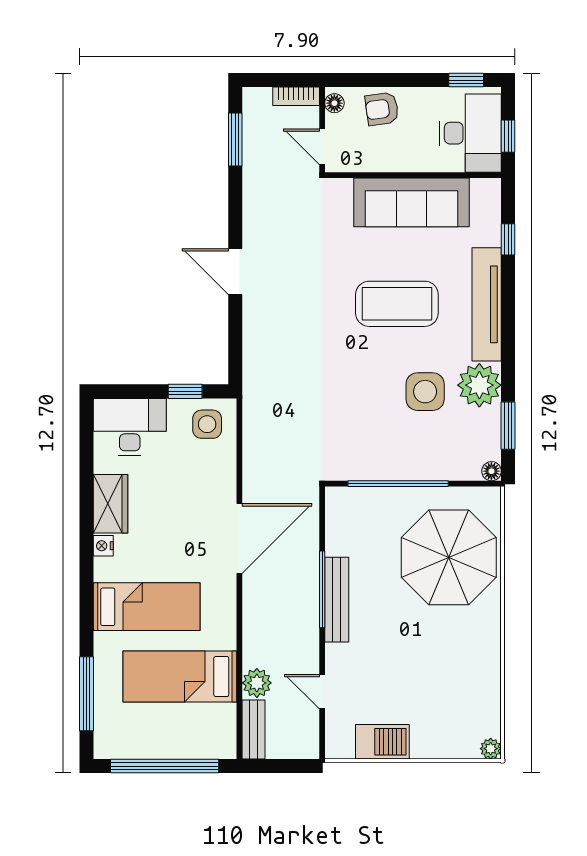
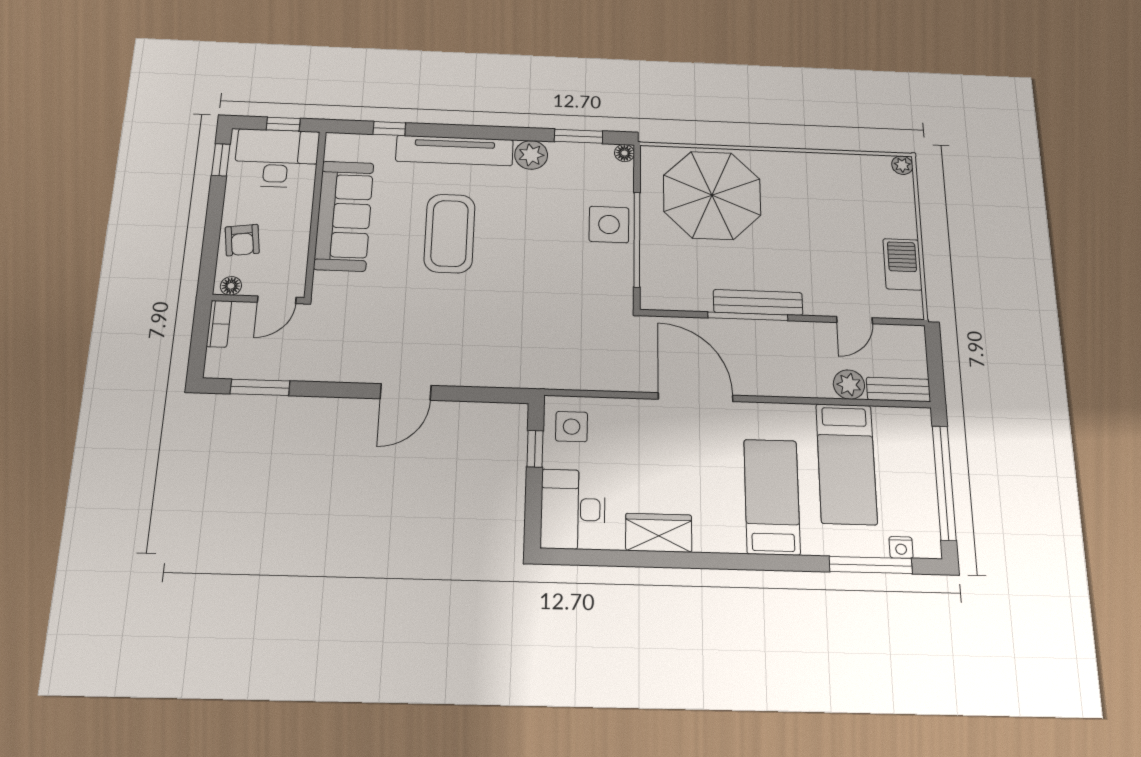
plant: (479, 385) -> (531, 155), width x0.73, depth x0.73
side table: (425, 392) -> (609, 224), moved
nightstand: (103, 546) -> (901, 547), moved

